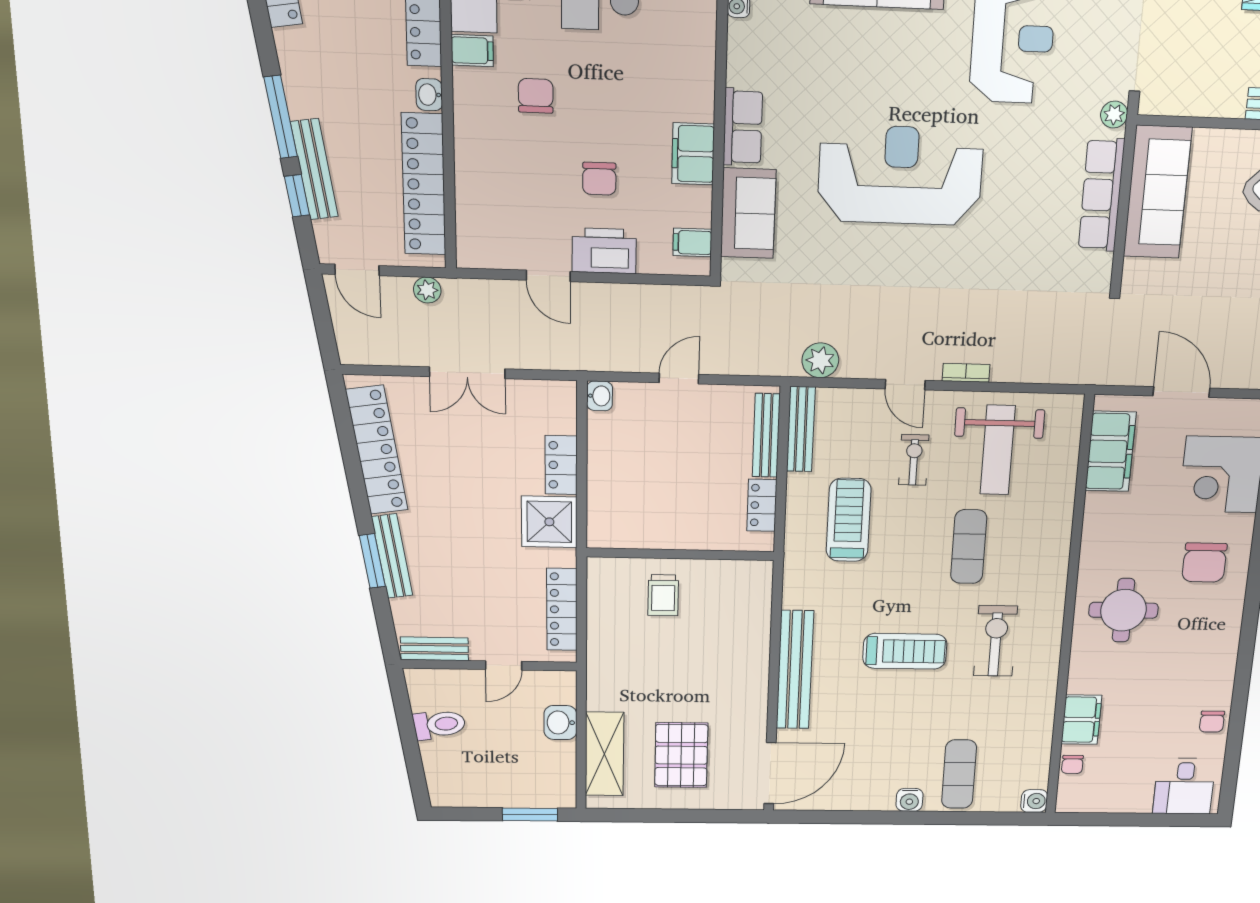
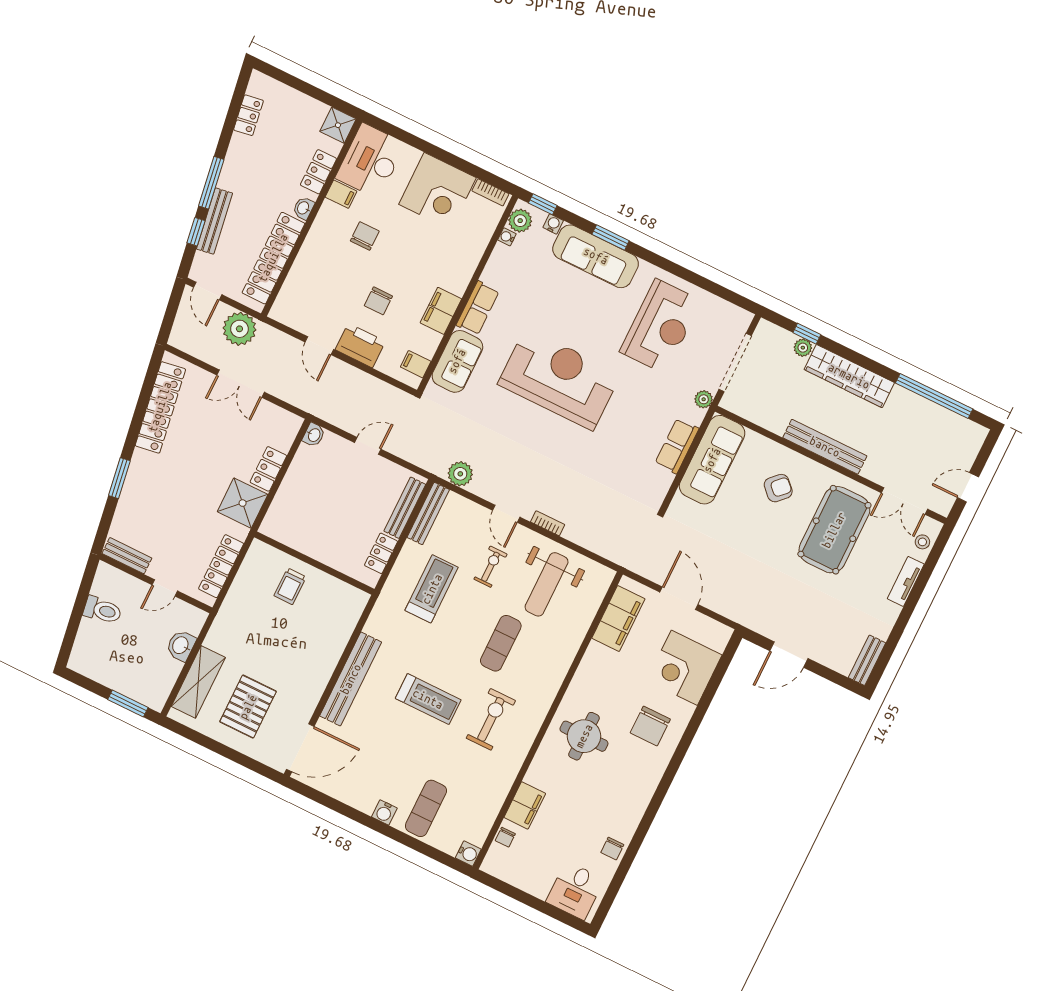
row of seats: (1101, 195) -> (677, 446), width x0.68
plant: (427, 290) -> (239, 329), width x1.88, depth x1.88
bench: (392, 556) -> (133, 481), removed

